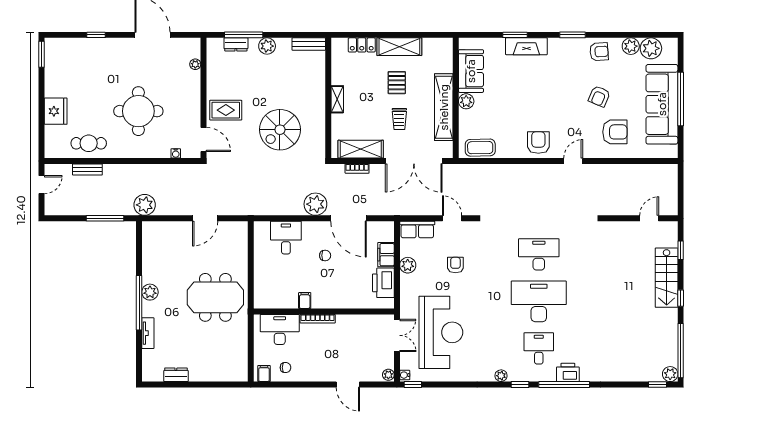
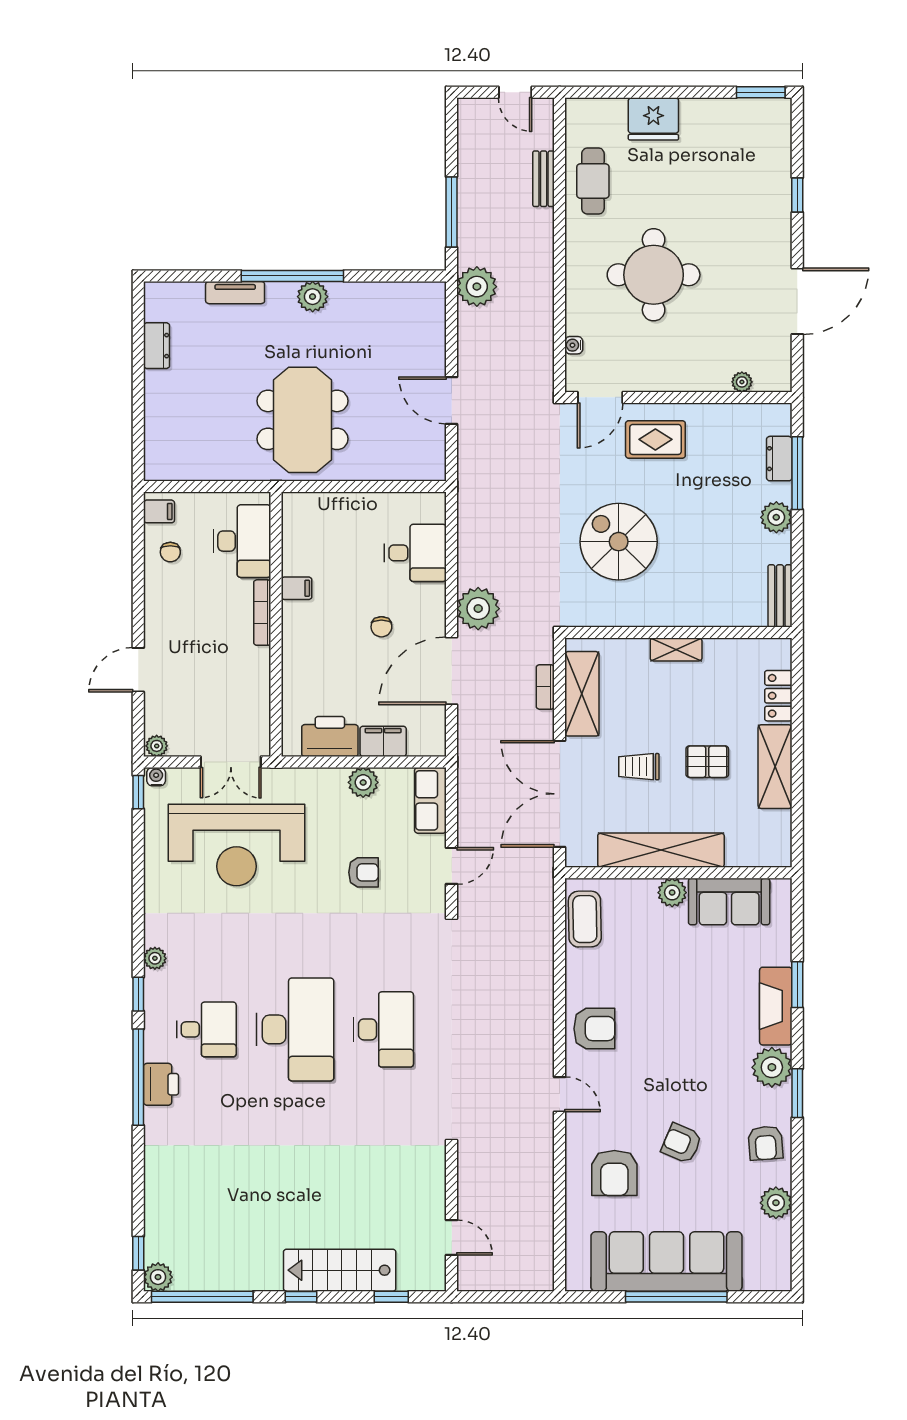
plant: (651, 48) -> (772, 1067), moved
rug: (226, 110) -> (655, 439), turned 90

